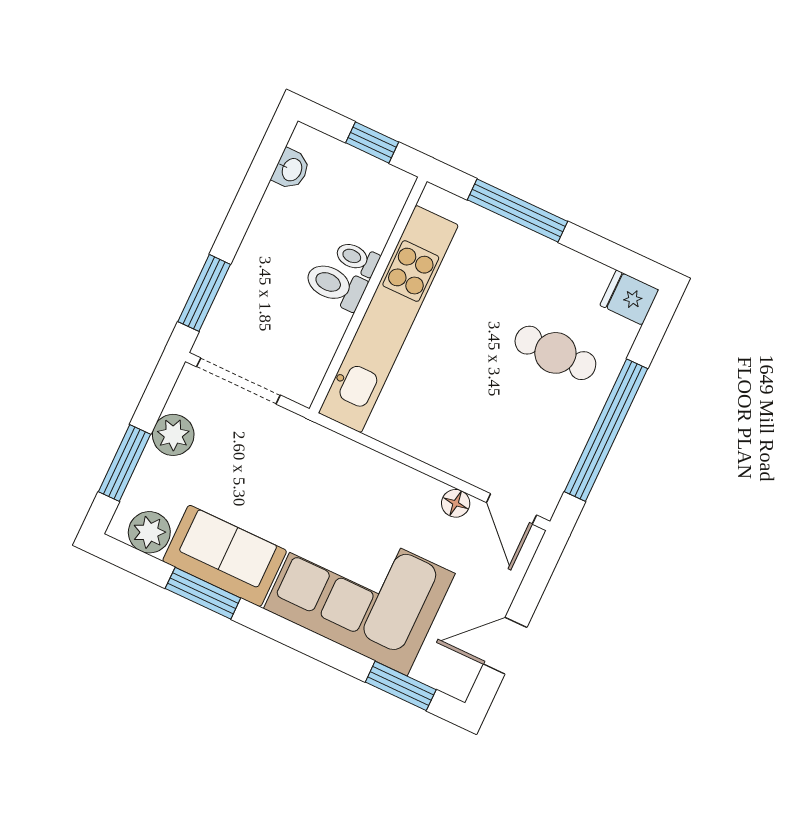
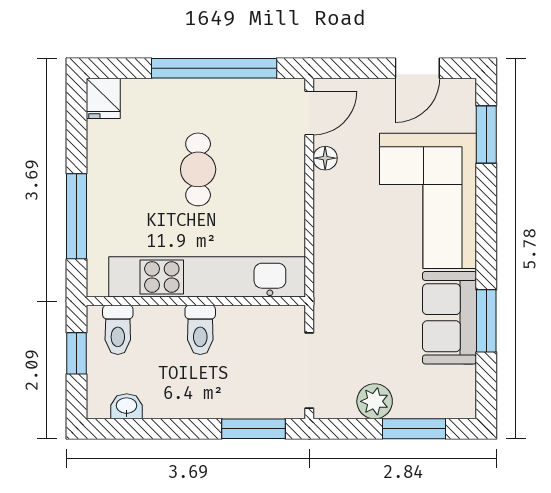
toilet: (357, 258) -> (118, 330), moved, width x1.37, depth x1.39
cafe table: (555, 353) -> (198, 169), moved
plant: (149, 532) -> (459, 384), removed
door: (505, 646) -> (417, 68), hinge flipped

